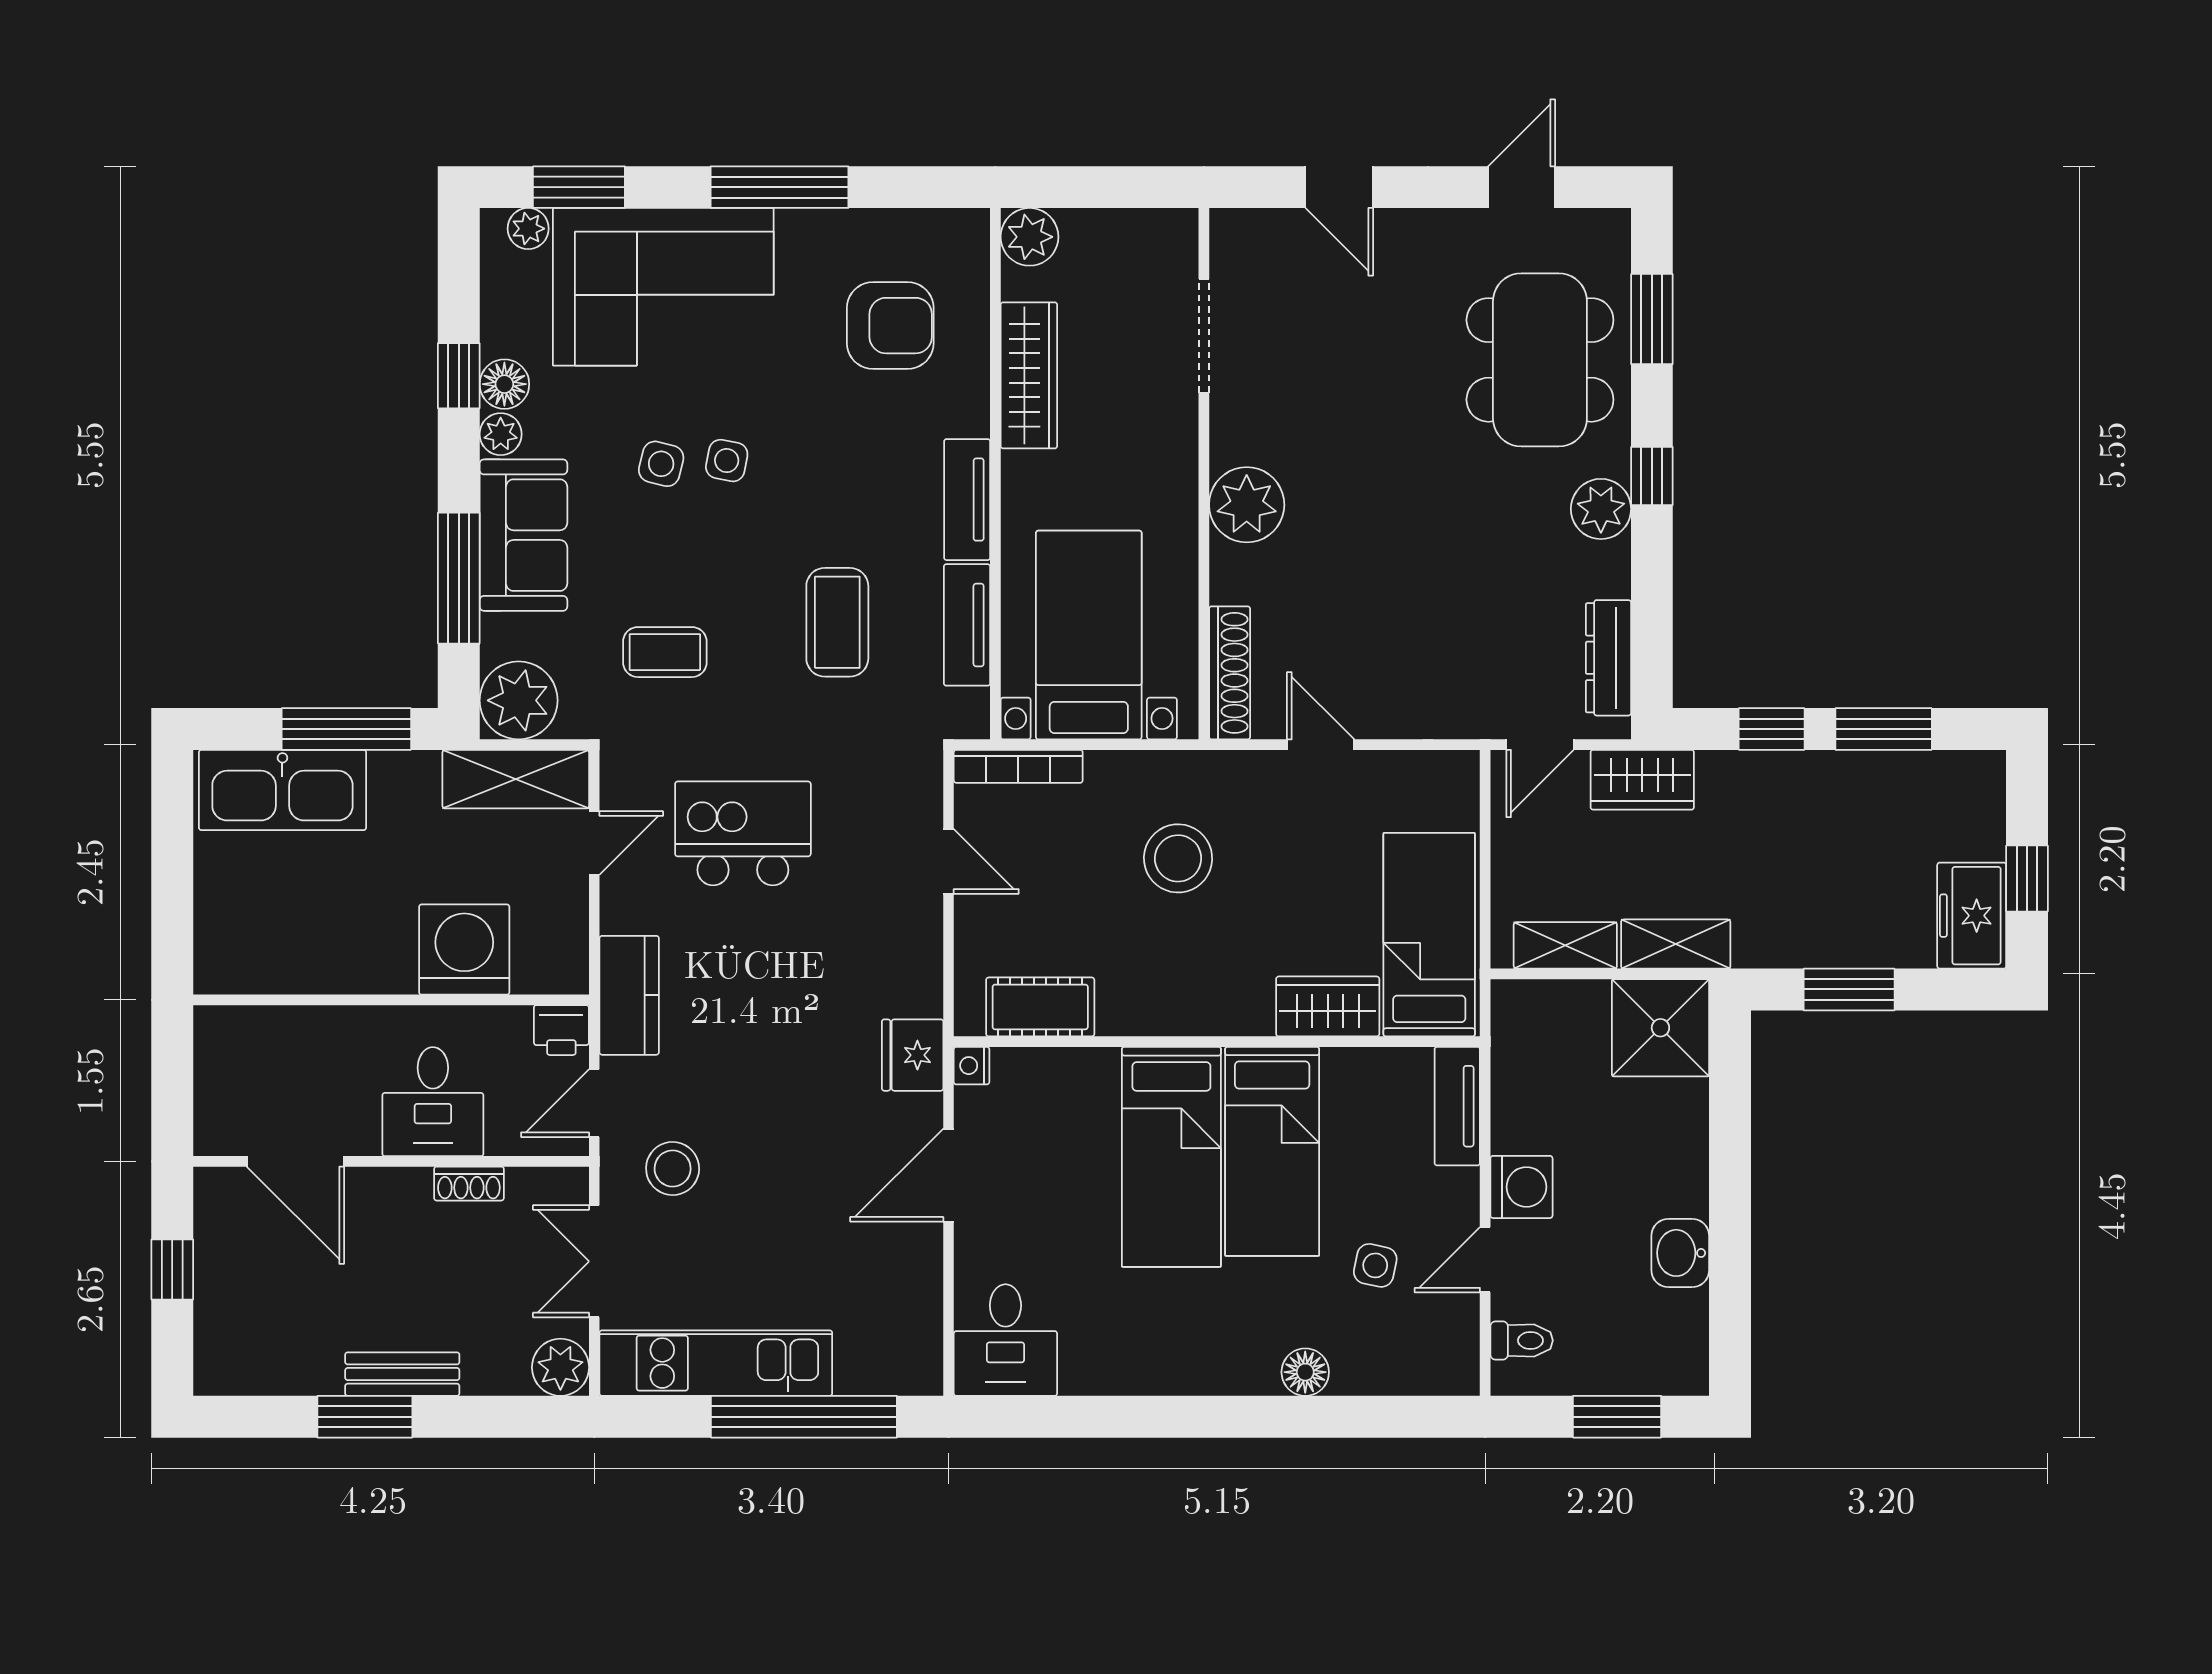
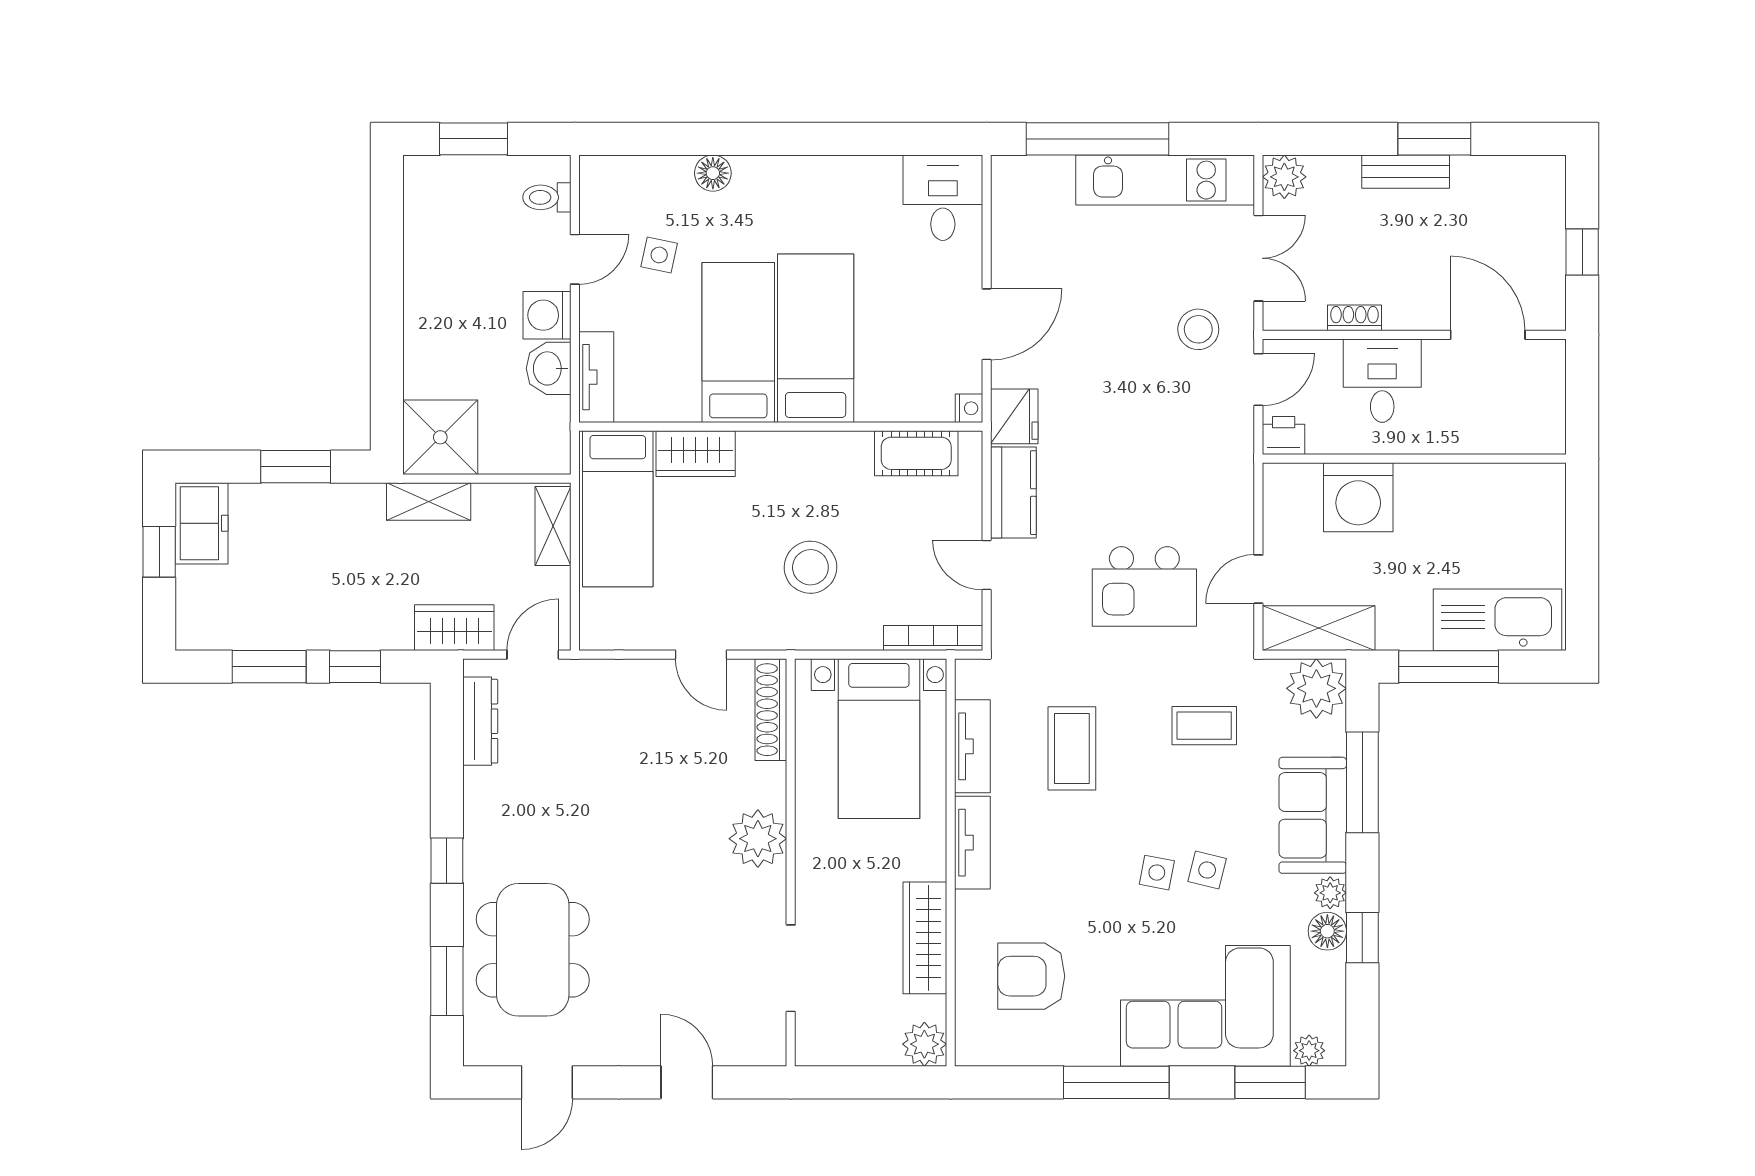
plant: (1601, 509) -> (486, 835), removed
shelving: (1565, 945) -> (553, 526), moved, turned 90
kitchen counter: (629, 995) -> (1013, 493), moved, turned 180
washbasin: (1680, 1253) -> (549, 368), moved, turned 180

